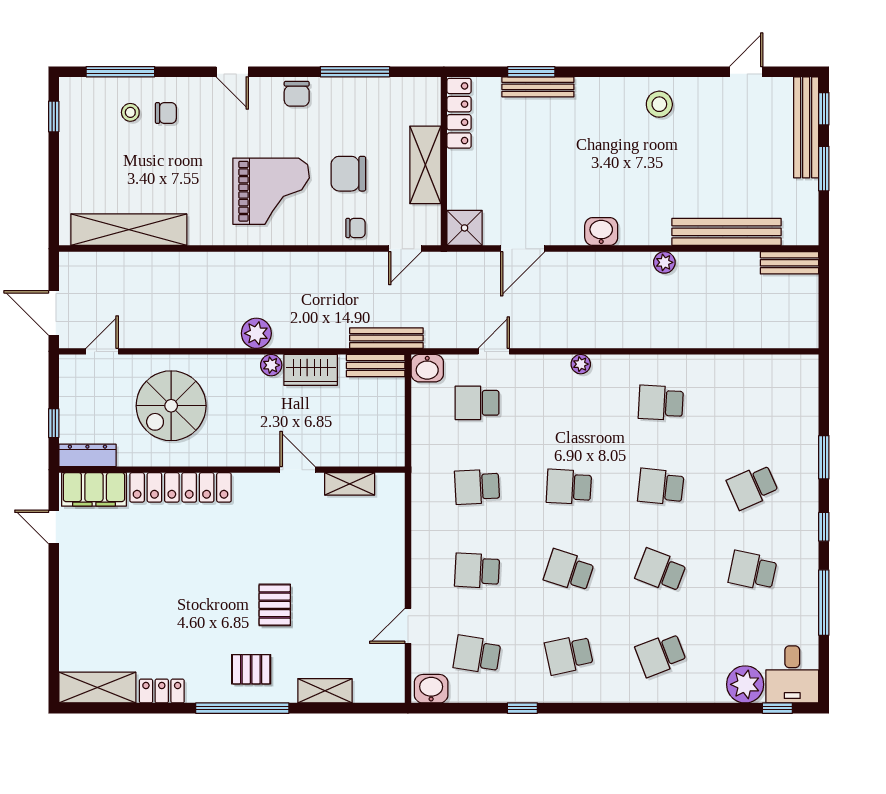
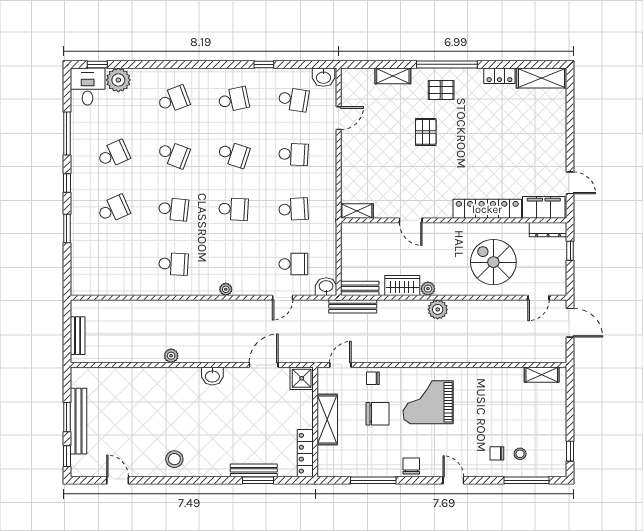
door: (746, 72) -> (118, 480), swing flipped
bench: (806, 127) -> (78, 421), moved
shelving: (129, 230) -> (542, 375), width x0.45, depth x0.75
bench: (726, 232) -> (130, 376), removed
bench: (789, 263) -> (78, 336), moved, turned 90
spiral stairs: (171, 406) -> (493, 262), turned -90
shelving: (350, 484) -> (357, 211), moved
school desk: (753, 571) -> (113, 154), turned -36

